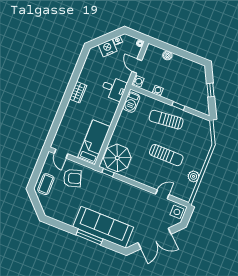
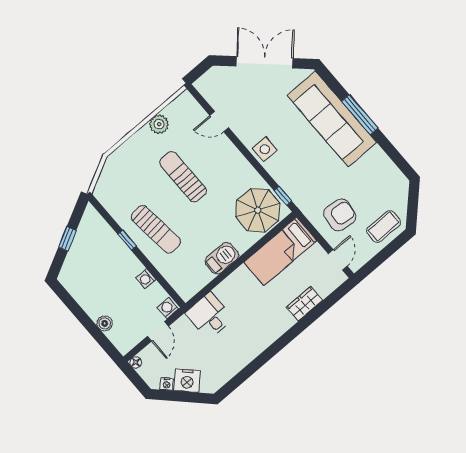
wardrobe: (78, 92) -> (305, 304), moved
barbecue: (131, 102) -> (222, 258), moved
armchair: (72, 178) -> (340, 215), turned 115
side table: (177, 212) -> (265, 149), moved

